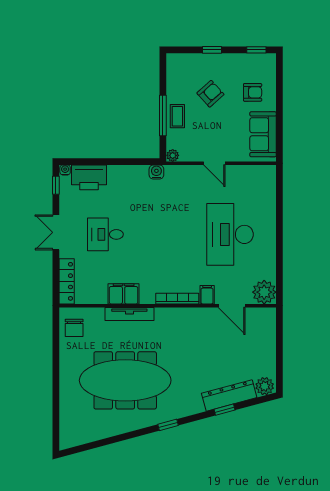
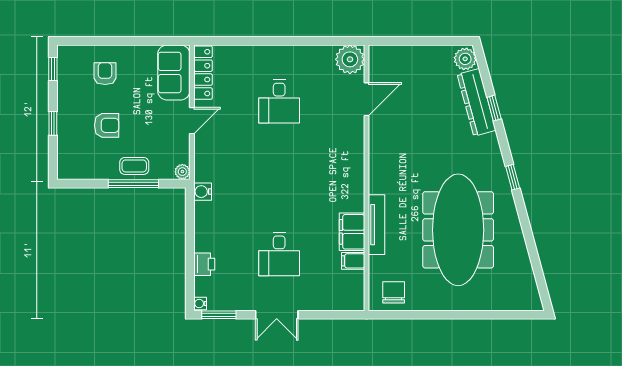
armchair: (210, 94) -> (107, 125), turned 132
sofa: (263, 134) -> (174, 72), moved, turned 90
printer: (89, 177) -> (204, 264), width x0.53, depth x0.68
window: (56, 185) -> (219, 315), width x1.50
desk: (230, 234) -> (279, 101), width x0.53, depth x0.77
locker: (67, 281) -> (203, 73), moved, turned 90
filing cabinet: (207, 295) -> (353, 261), moved
bookcase: (177, 299) -> (358, 166), removed
chair: (74, 328) -> (394, 292), turned -90

